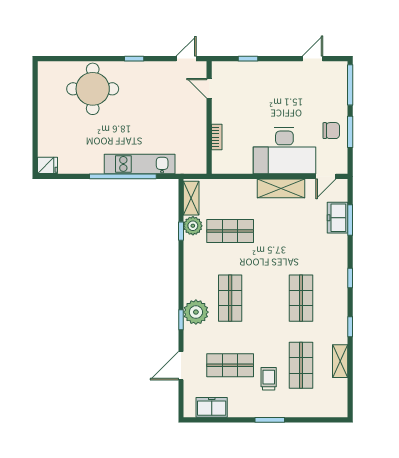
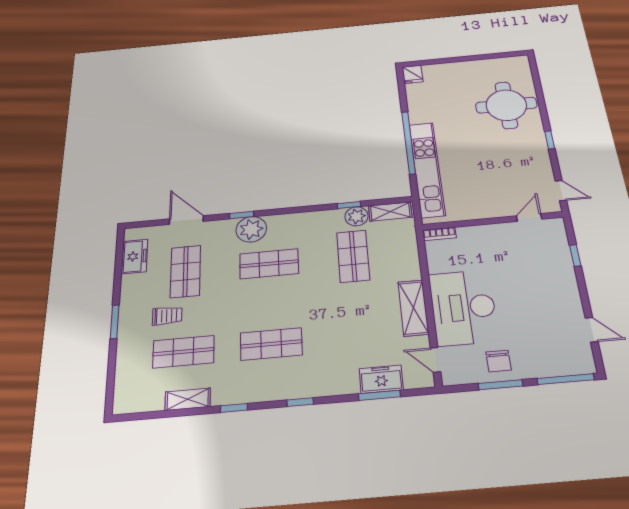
bookcase: (217, 137) -> (439, 234), moved
kitchen unit: (140, 164) -> (427, 169), width x1.36

